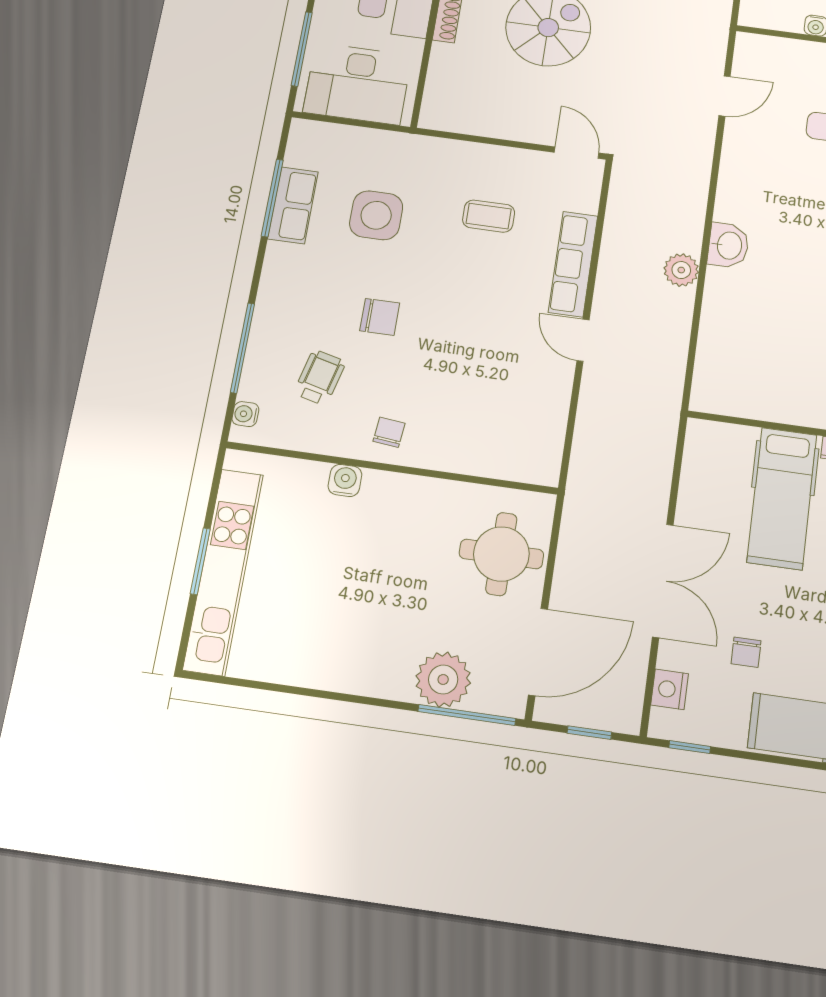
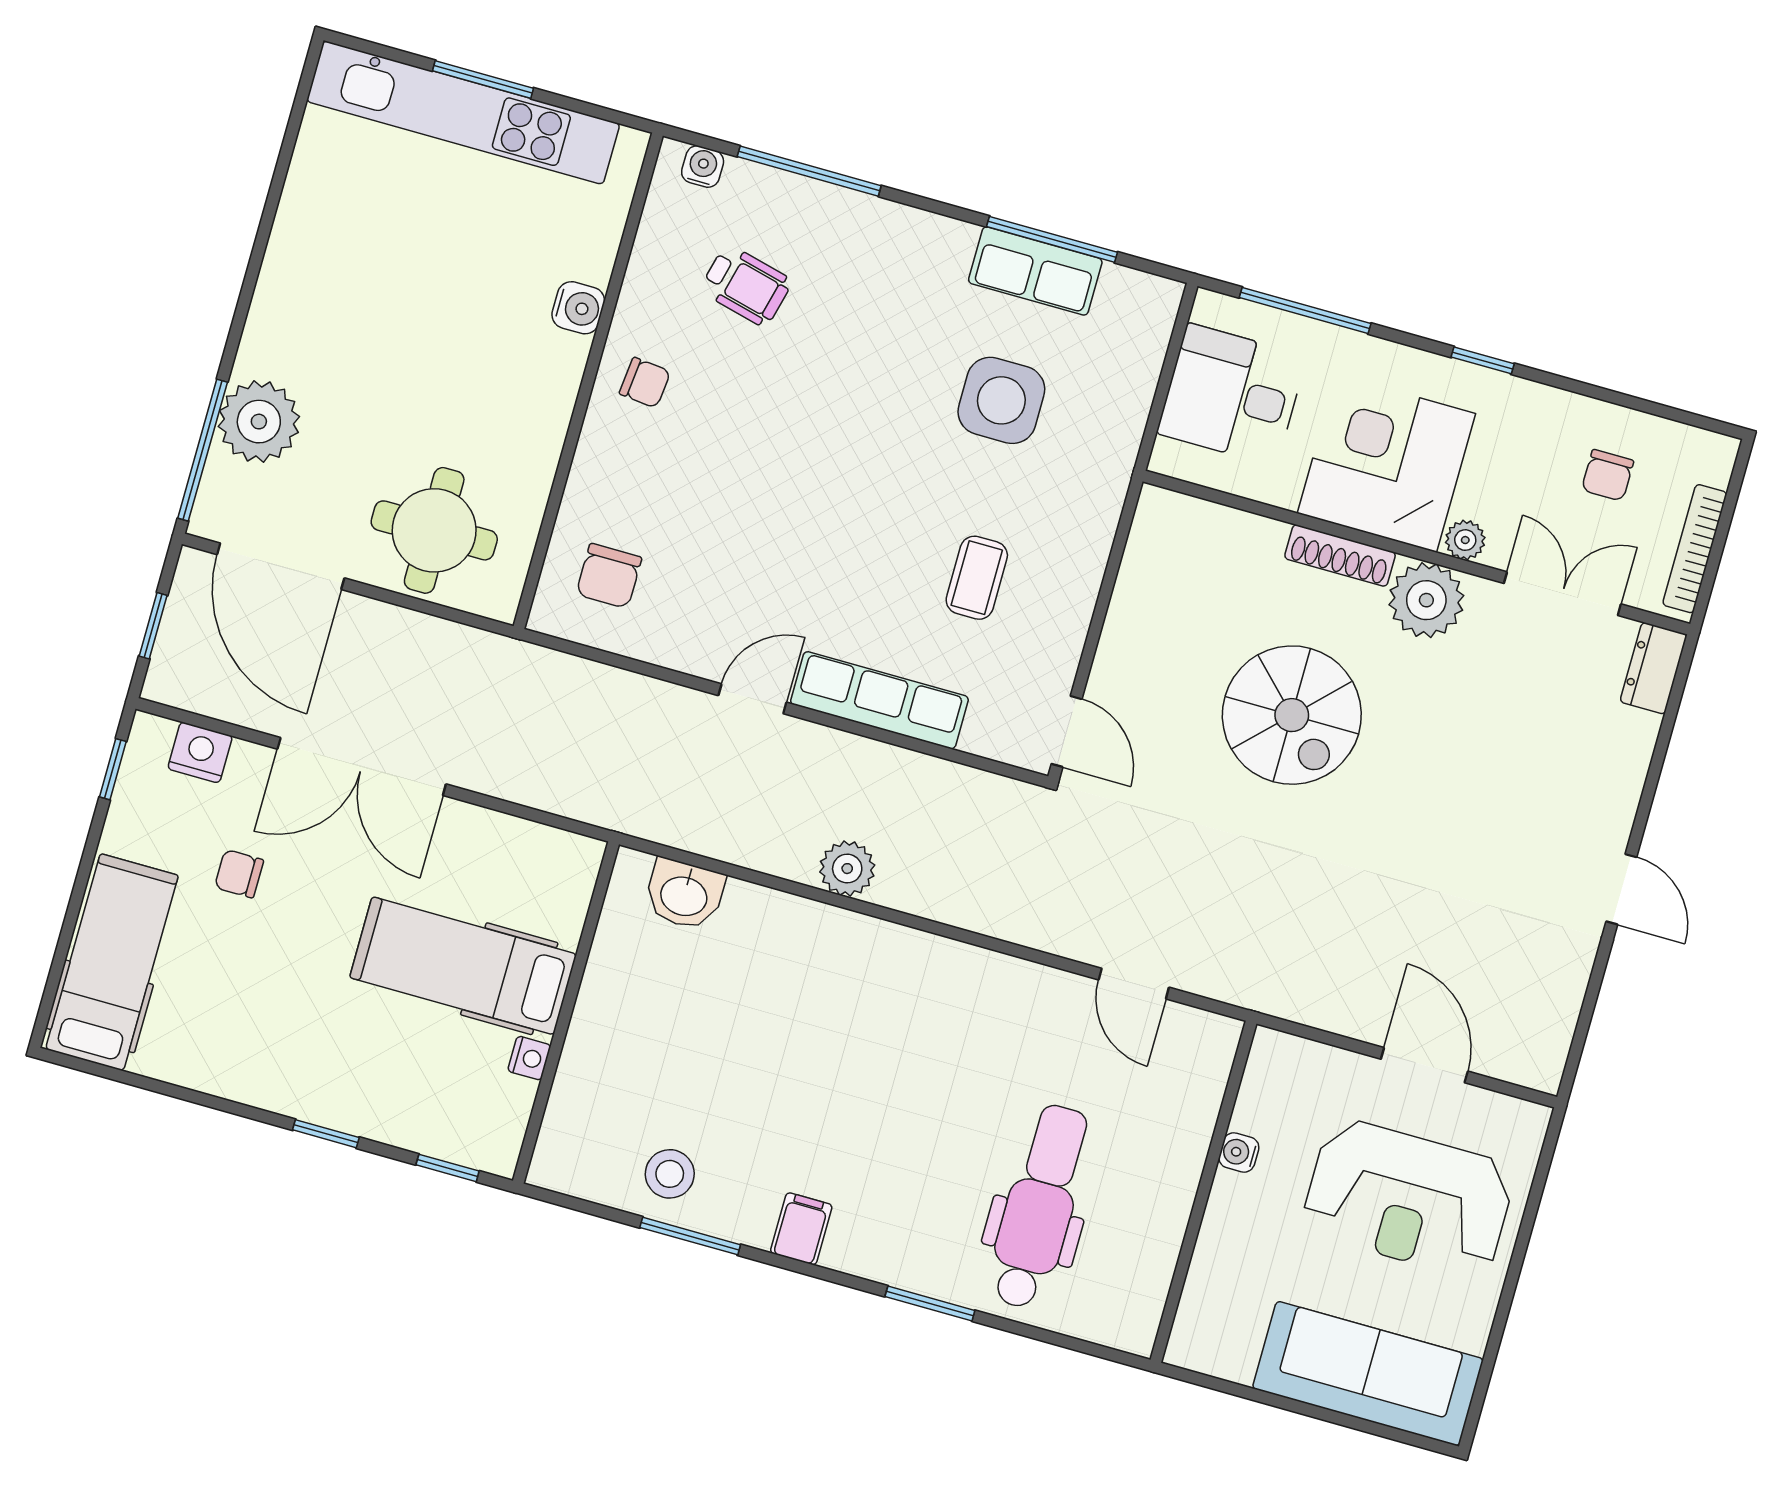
desk: (358, 84) -> (1232, 395), width x0.73
door: (577, 153) -> (1067, 731), hinge flipped
washbasin: (728, 245) -> (684, 895), moved
chair: (380, 317) -> (609, 576), moved

